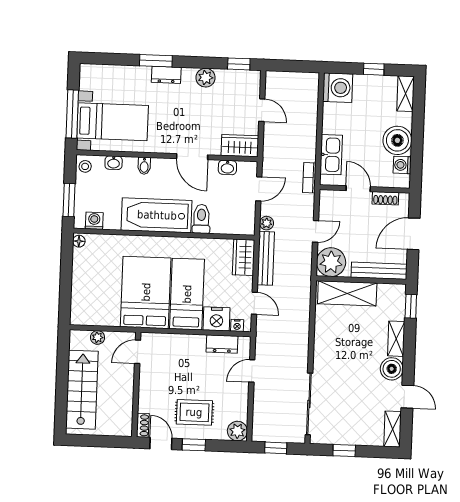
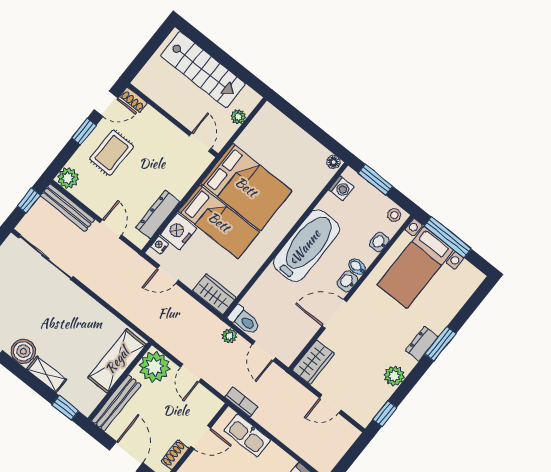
washbasin: (227, 167) -> (347, 281), moved
toilet: (201, 219) -> (244, 320), moved
bench: (266, 258) -> (68, 208), moved
dresser: (222, 344) -> (158, 215), width x1.44

